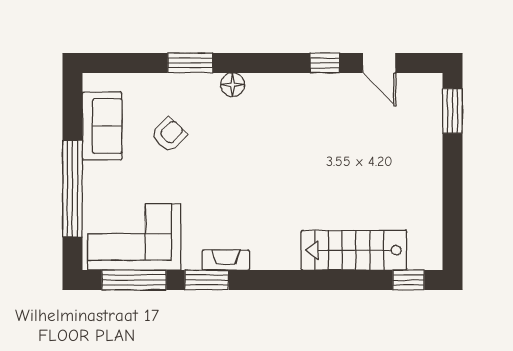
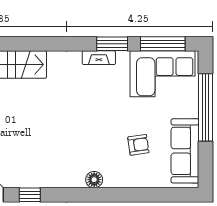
window: (190, 63) -> (124, 195), removed
sofa: (102, 126) -> (185, 151), width x1.36
armchair: (169, 135) -> (138, 145), turned -142

